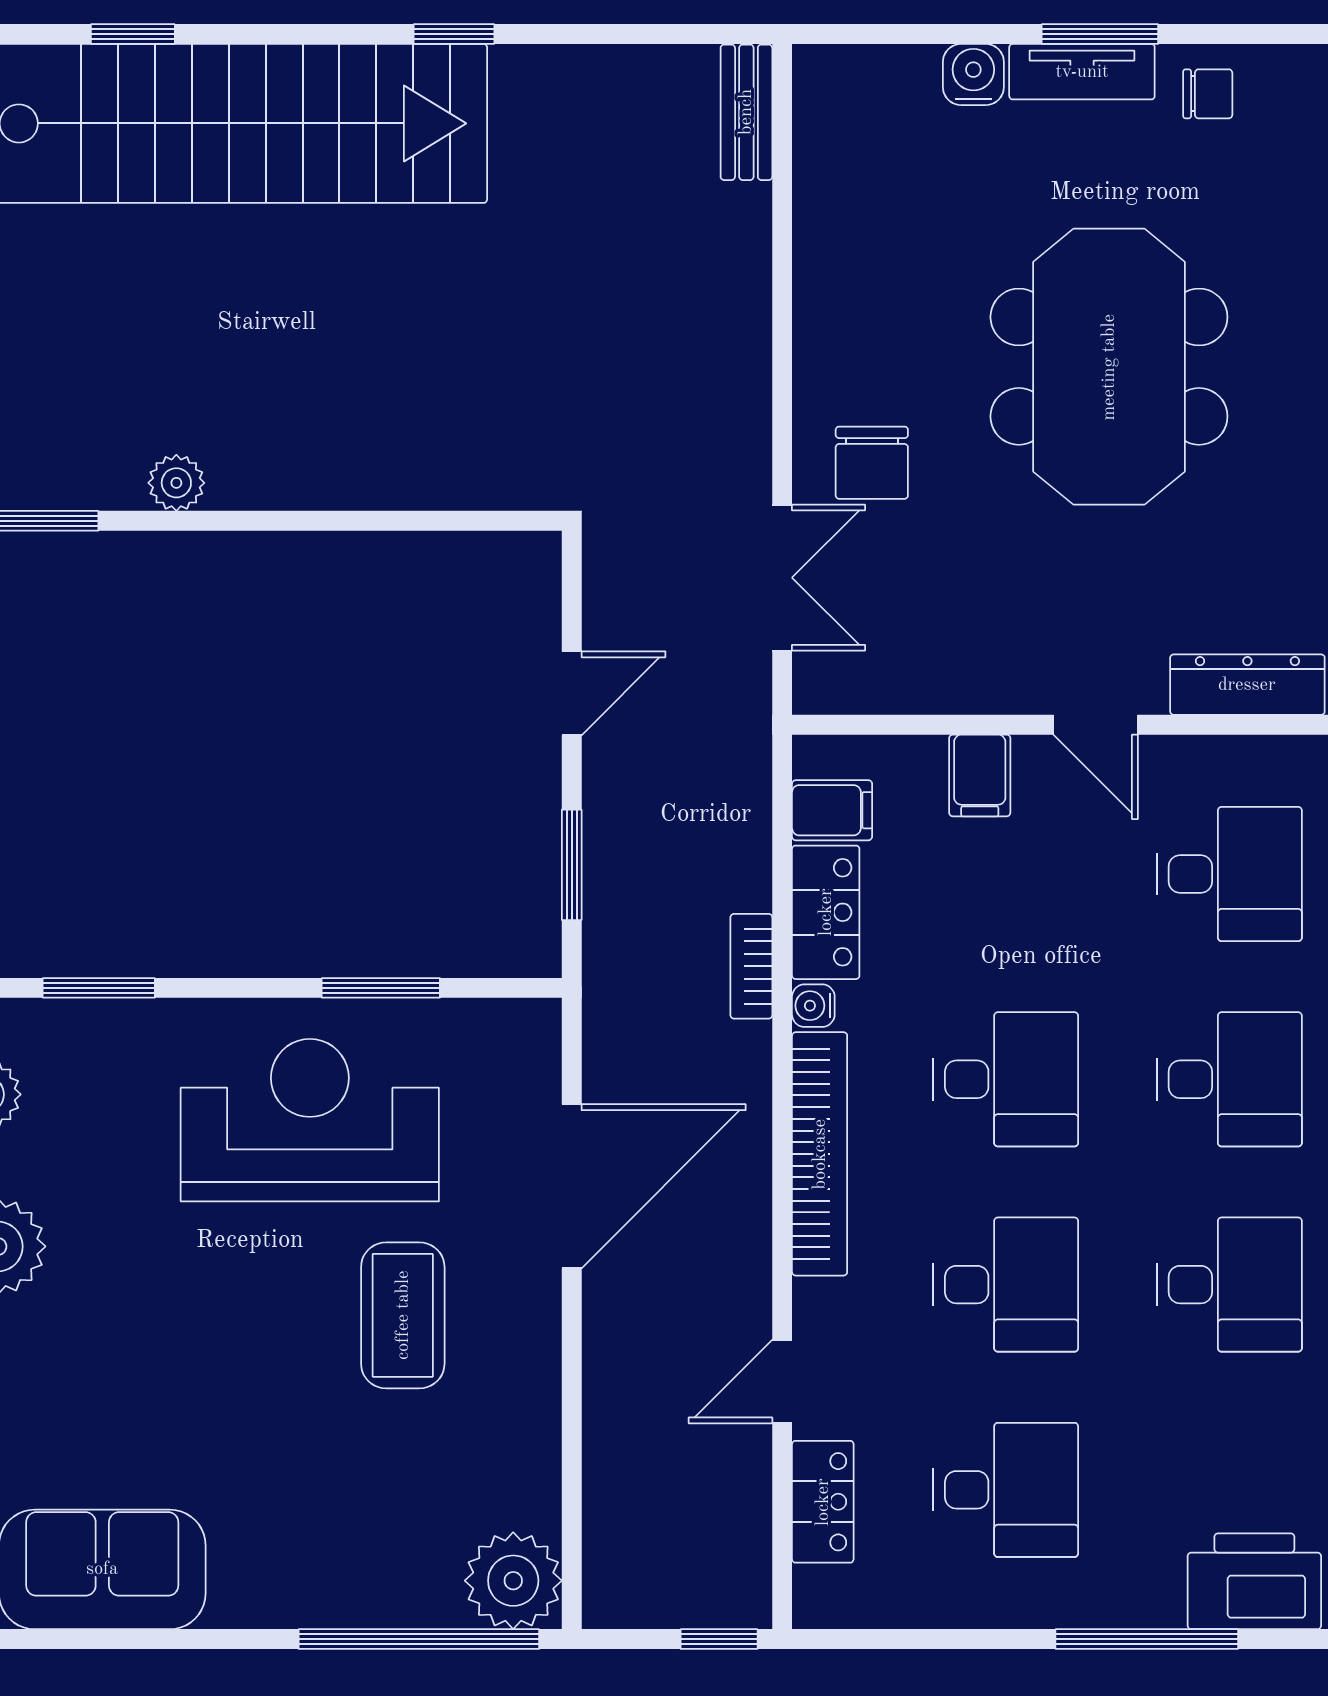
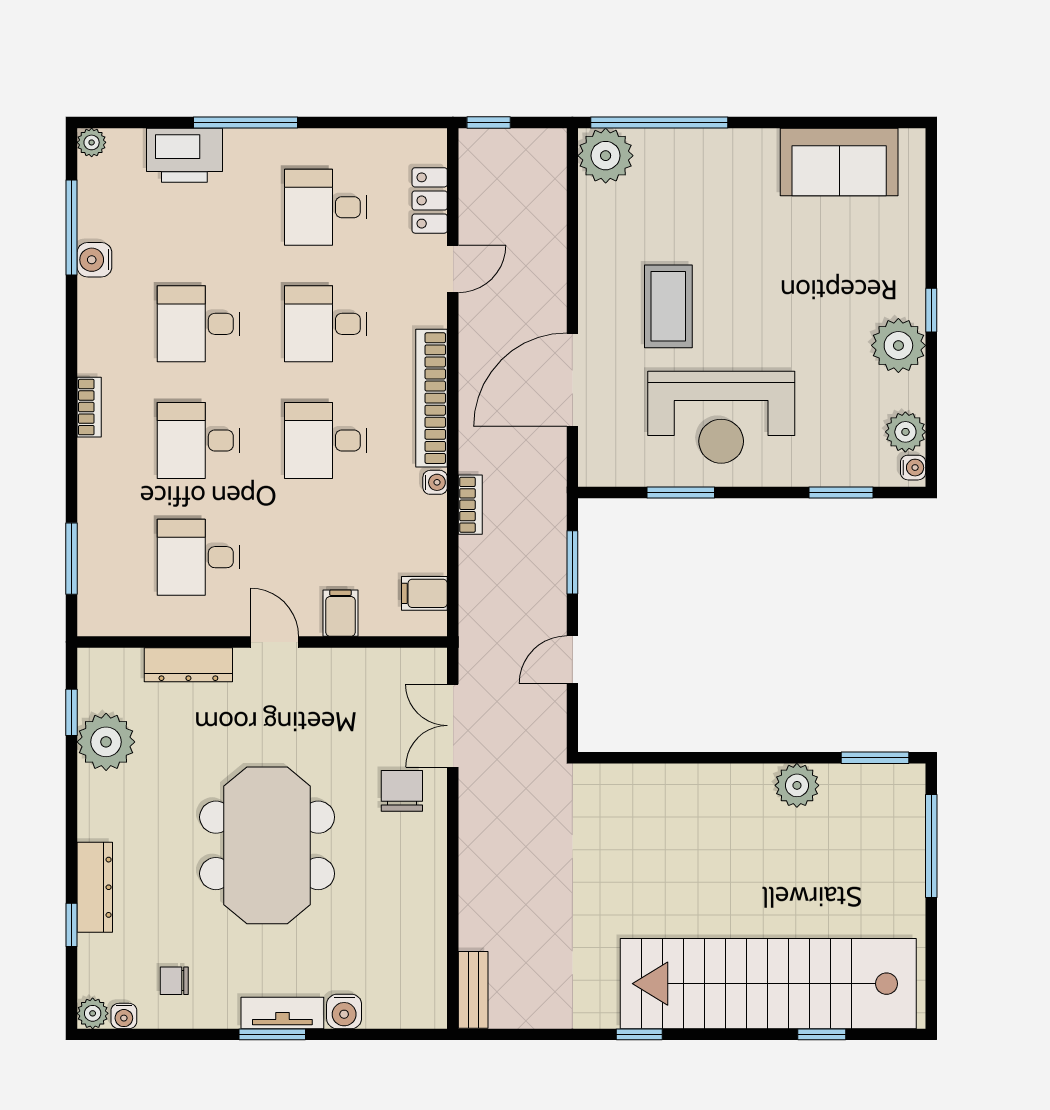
chair: (1208, 94) -> (174, 981), moved
plant: (176, 483) -> (797, 785), width x1.38, depth x1.38
locker: (826, 912) -> (428, 535), removed

